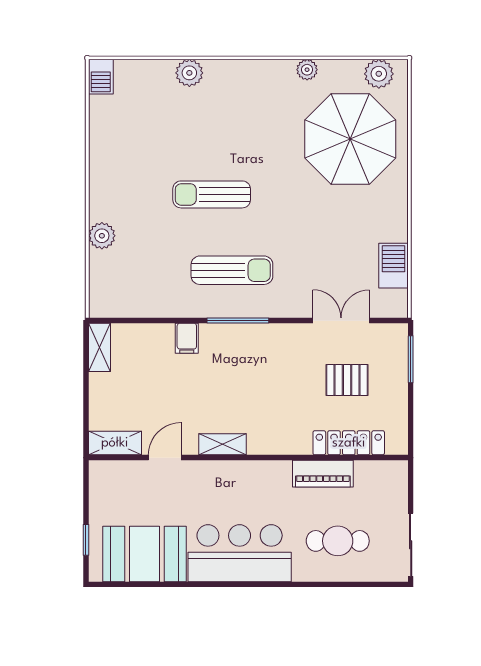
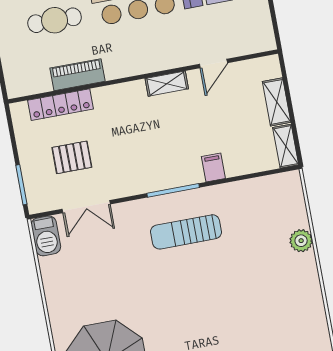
sun lounger: (212, 194) -> (215, 293), removed
barbecue: (393, 266) -> (46, 236), moved
shelving: (115, 443) -> (277, 102), moved, turned 90

